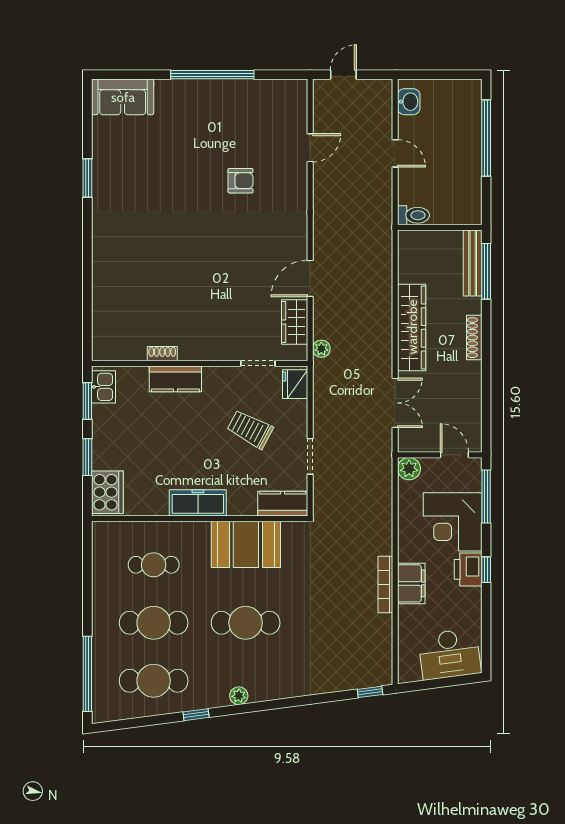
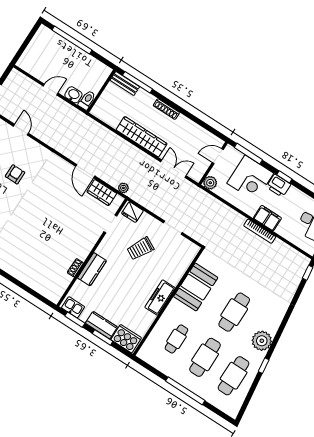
washbasin: (409, 102) -> (73, 95), moved
bench: (473, 263) -> (125, 83), width x0.73
kitchen counter: (283, 504) -> (101, 325), moved, turned 90
window: (87, 674) -> (185, 391), moved
plant: (239, 696) -> (262, 341), width x1.88, depth x1.88

